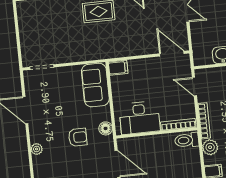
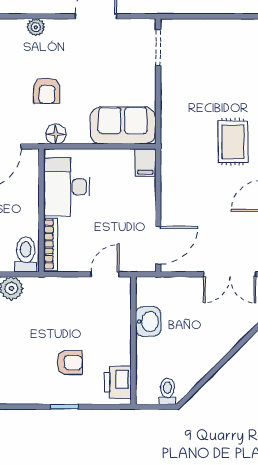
bookcase: (204, 121) -> (52, 283), removed

